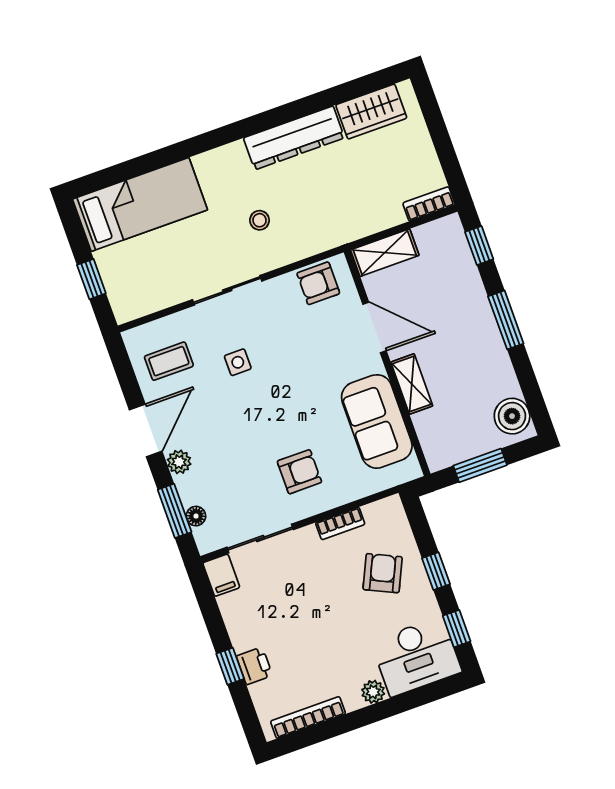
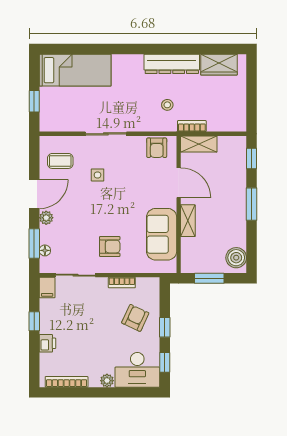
bookcase: (429, 204) -> (192, 126), moved
stool: (259, 220) -> (167, 105), moved
armchair: (318, 283) -> (157, 148), turned -90
window: (230, 666) -> (34, 321), moved

